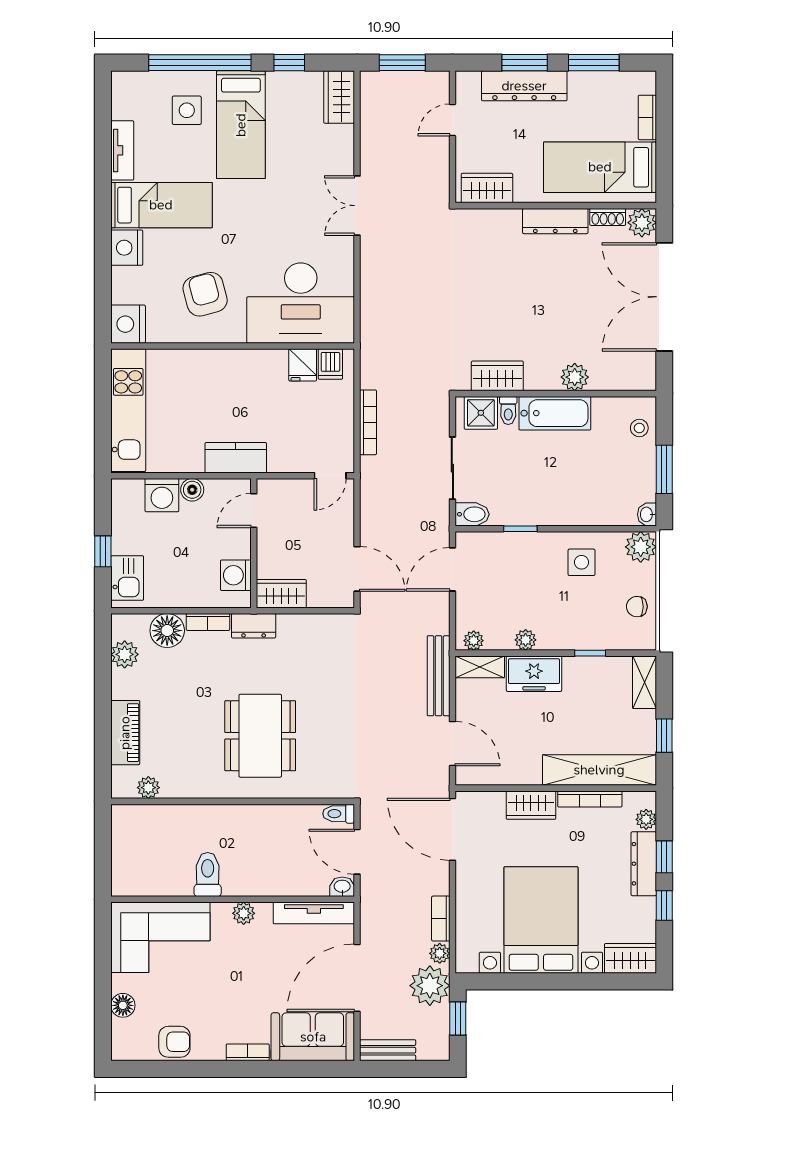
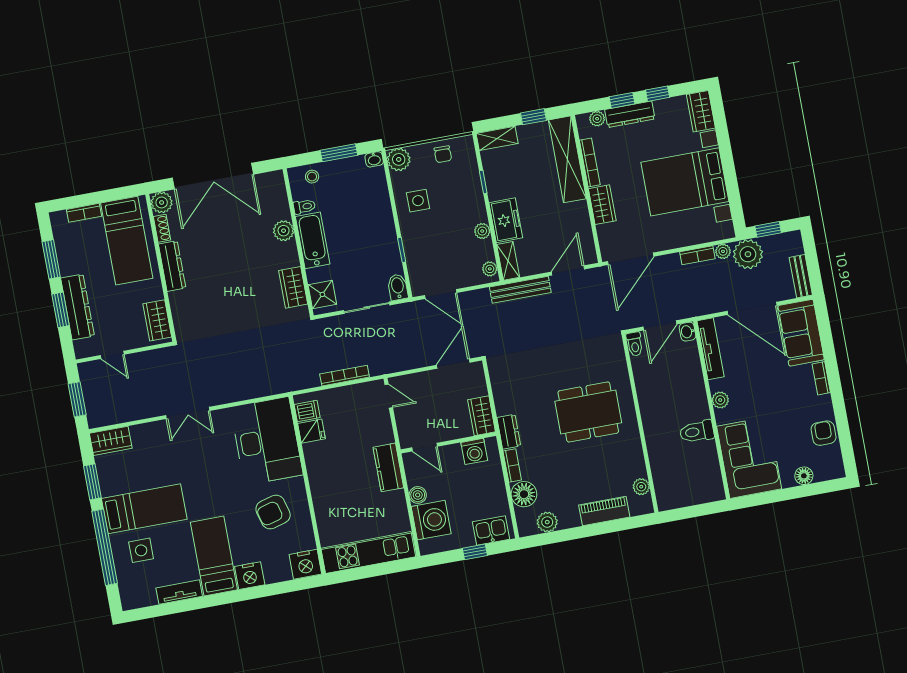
window: (289, 63) -> (92, 482), width x1.50
toilet: (508, 410) -> (304, 207), moved
washing machine: (162, 495) -> (431, 520), width x1.37, depth x1.37

